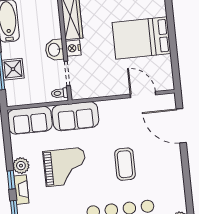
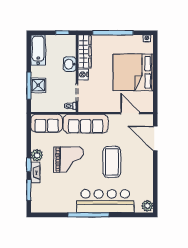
bed: (141, 38) -> (133, 72), width x1.36
washbasin: (55, 50) -> (70, 64), moved
sofa: (75, 116) -> (86, 124), width x1.36
coffee table: (125, 164) -> (112, 162), width x1.36, depth x1.32

